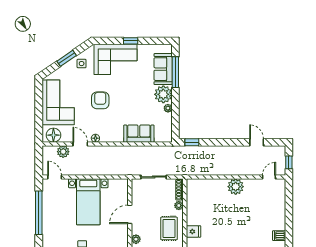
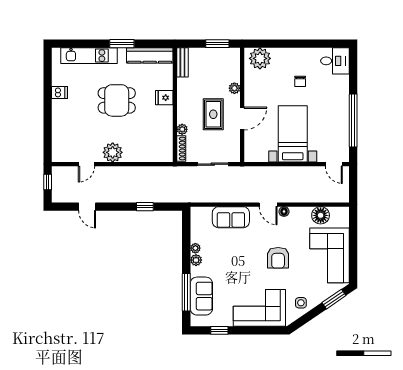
window: (131, 41) -> (219, 330), moved
window: (67, 58) -> (334, 299), moved
plant: (163, 94) -> (196, 260), width x0.53, depth x0.53
floor lamp: (53, 135) -> (321, 215), moved
window: (192, 142) -> (145, 207), moved
door: (80, 144) -> (268, 205), moved
plant: (63, 152) -> (323, 195), removed
door: (269, 177) -> (86, 164), moved
rug: (169, 228) -> (213, 114), moved
dining table: (232, 229) -> (117, 100), added

